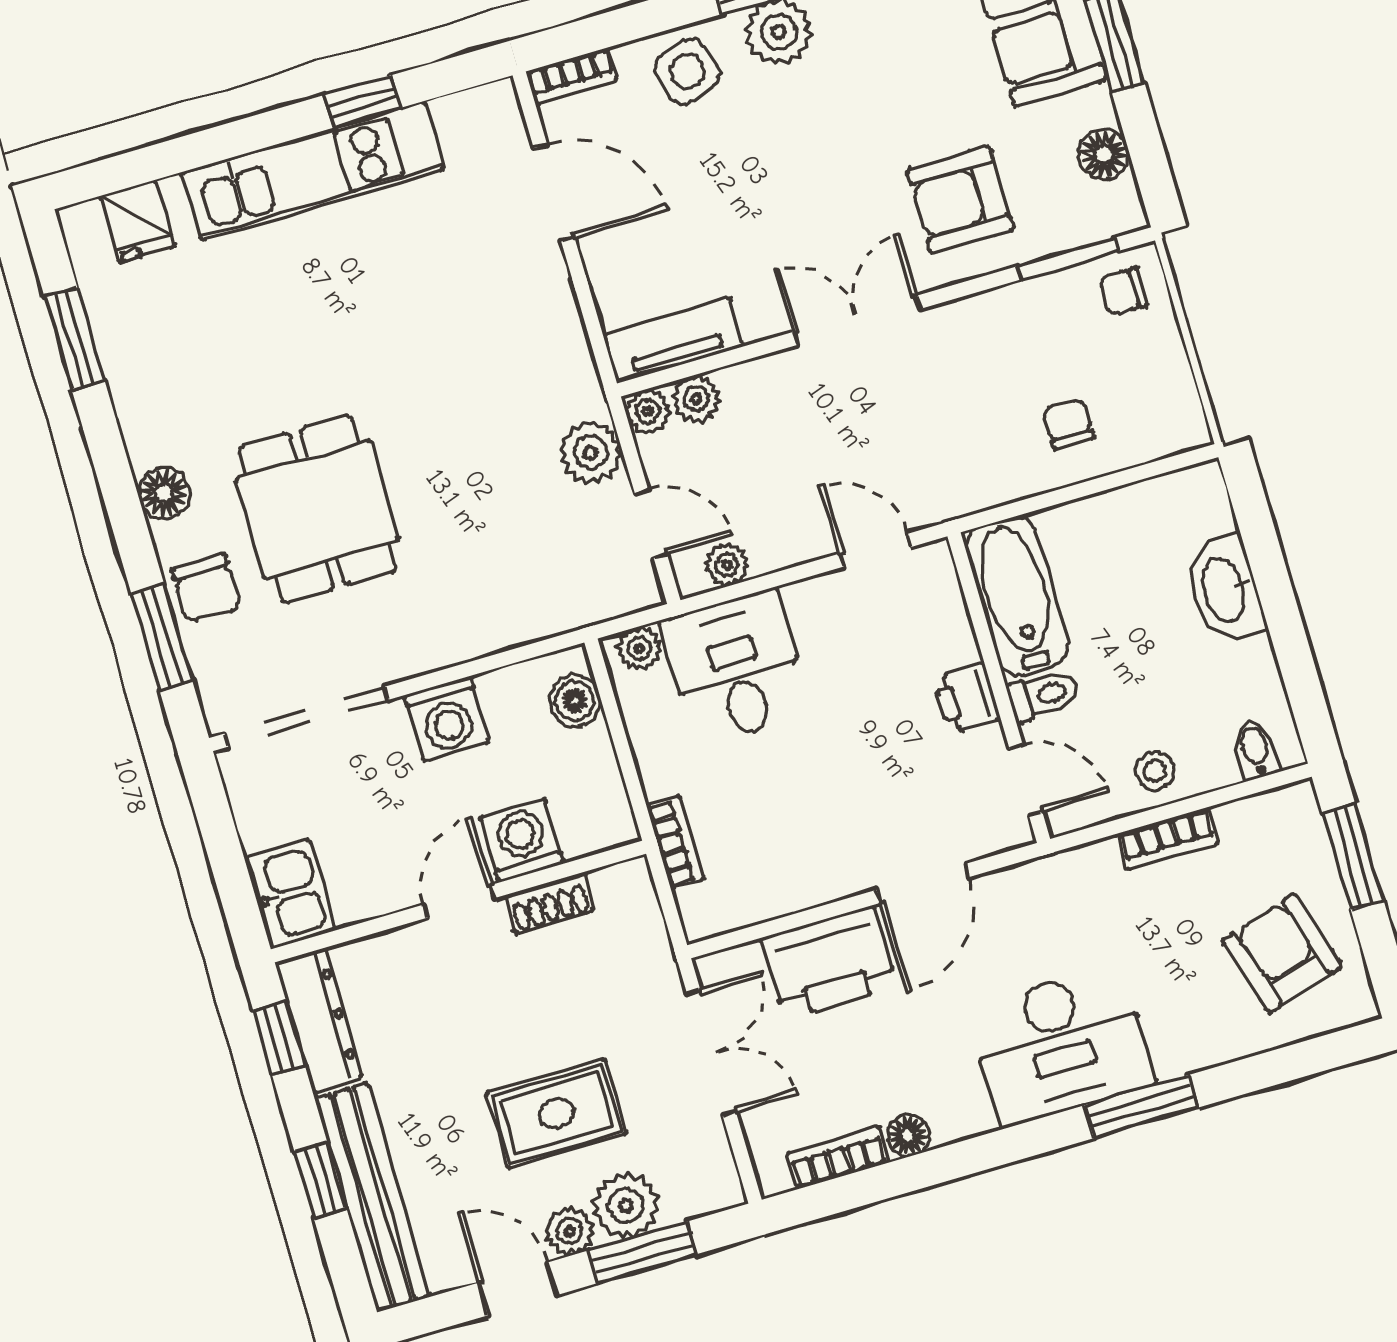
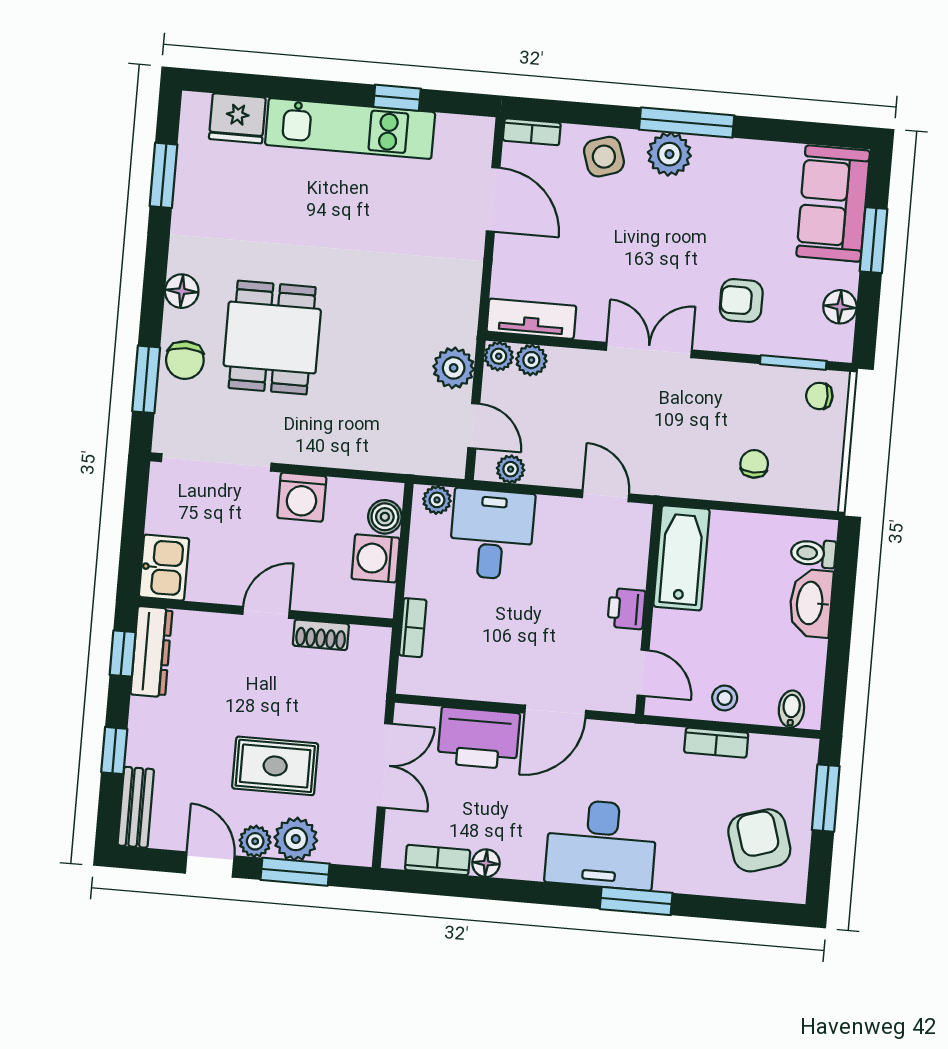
armchair: (960, 200) -> (741, 301), width x0.72, depth x0.72
fridge: (137, 221) -> (237, 118), width x1.38
toilet: (1043, 695) -> (813, 553), moved, turned 180
washing machine: (522, 840) -> (376, 558), moved, turned -90
bench: (372, 1197) -> (136, 807), width x0.54, depth x0.82

